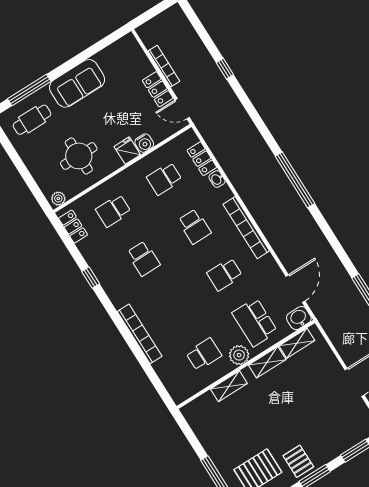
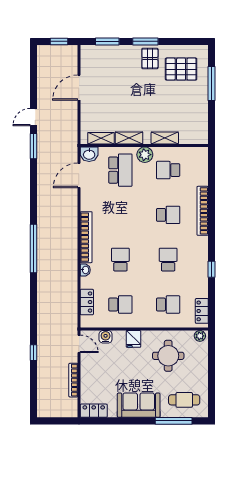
locker: (158, 89) -> (94, 411), moved, turned -90
water cooler: (144, 143) -> (106, 337), moved
washbasin: (217, 179) -> (85, 270), moved
school desk: (225, 274) -> (168, 215), moved

